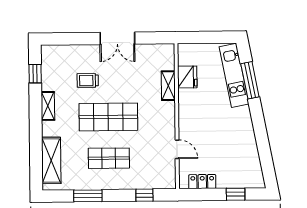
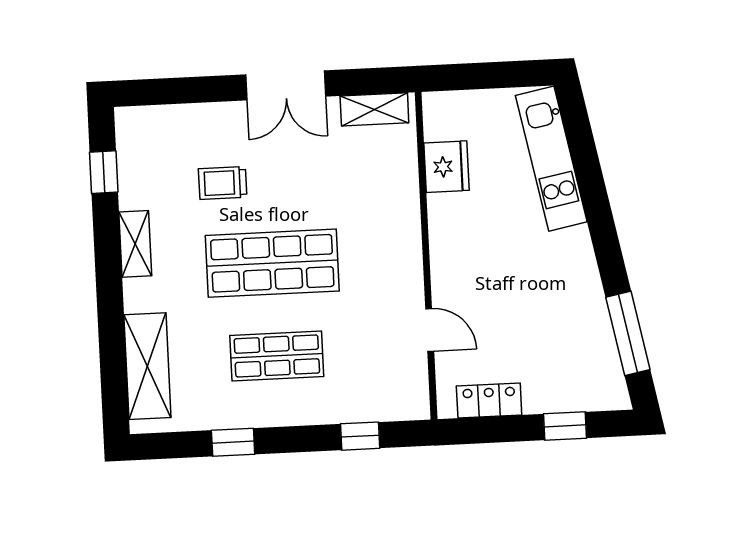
window: (250, 80) -> (628, 333), moved
shelving: (168, 86) -> (374, 109), moved, turned 90
window: (88, 196) -> (233, 442), width x0.67

